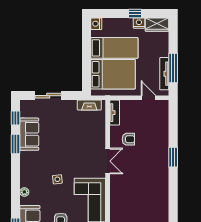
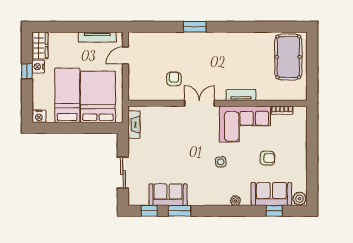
window: (173, 68) -> (91, 27), removed
tv unit: (115, 113) -> (241, 95), moved

